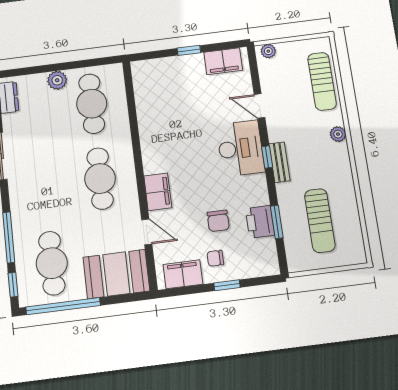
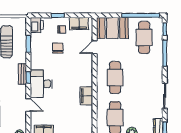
filing cabinet: (158, 192) -> (86, 96), moved
printer: (260, 222) -> (37, 25), moved
door: (147, 232) -> (95, 47), hinge flipped

